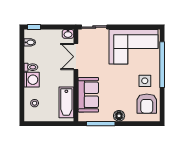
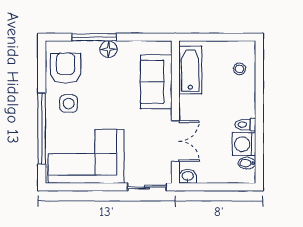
window: (34, 27) -> (241, 187), removed
washing machine: (32, 80) -> (244, 144), moved
window: (101, 124) -> (94, 37), moved

